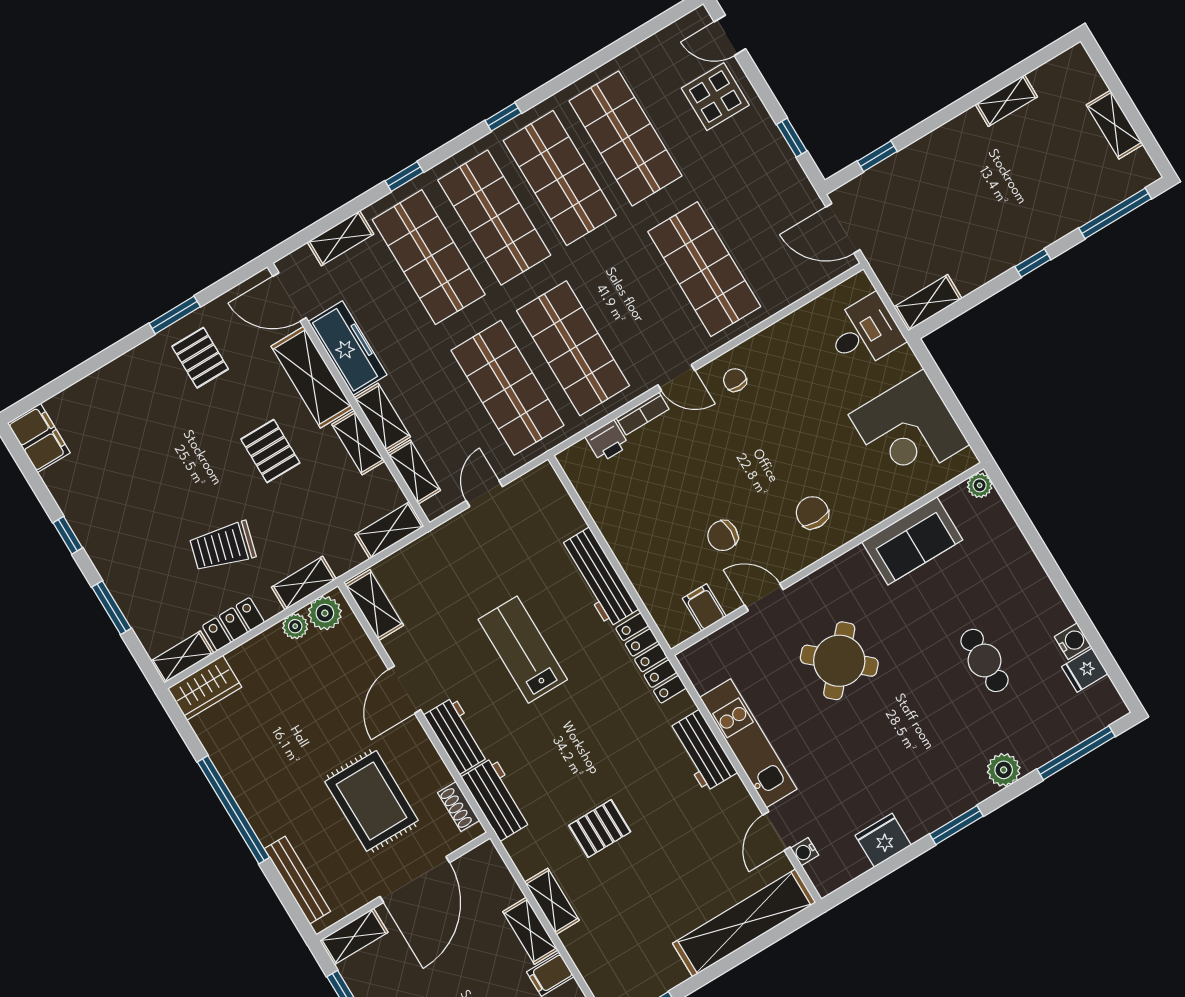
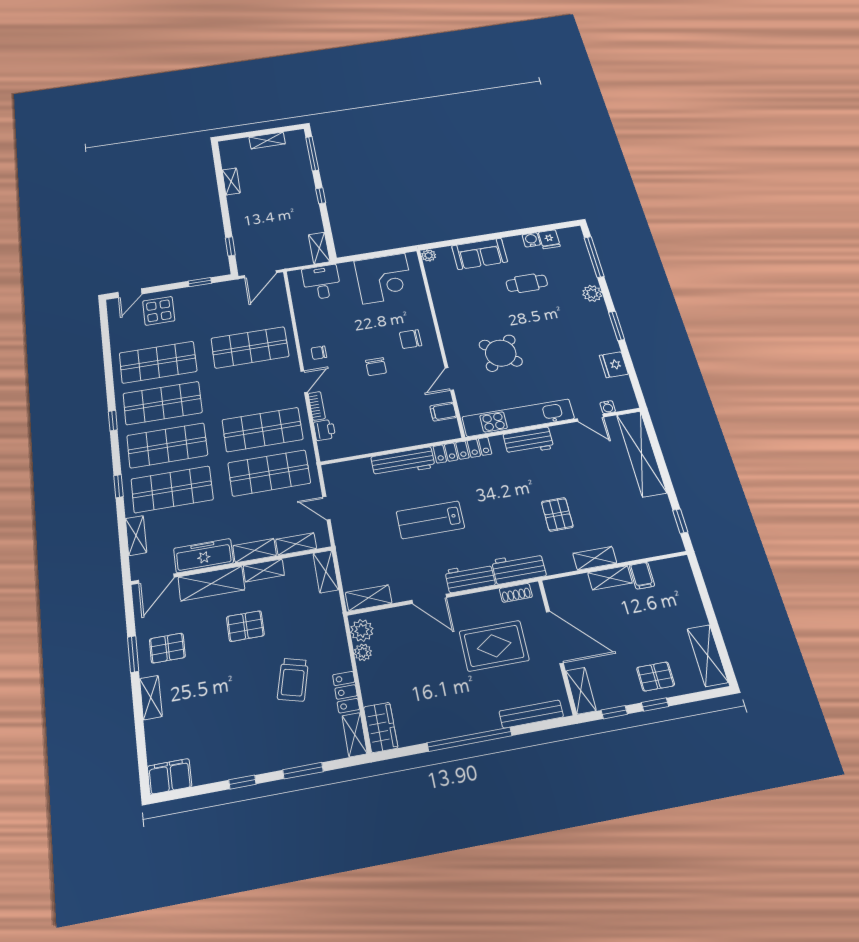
chair: (723, 536) -> (376, 367), moved
sofa: (912, 541) -> (480, 254), moved, turned 90
shelving: (304, 583) -> (151, 698), moved
kitchen unit: (748, 743) -> (518, 418), width x1.36

